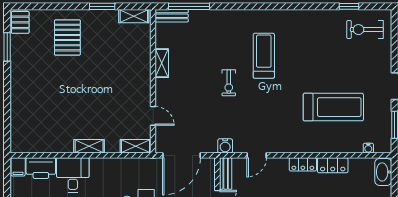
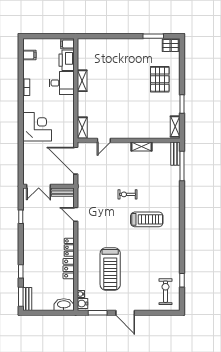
pallet: (67, 38) -> (160, 79), turned 90
shelving: (89, 146) -> (82, 81), moved
water cooler: (225, 146) -> (82, 304), moved

